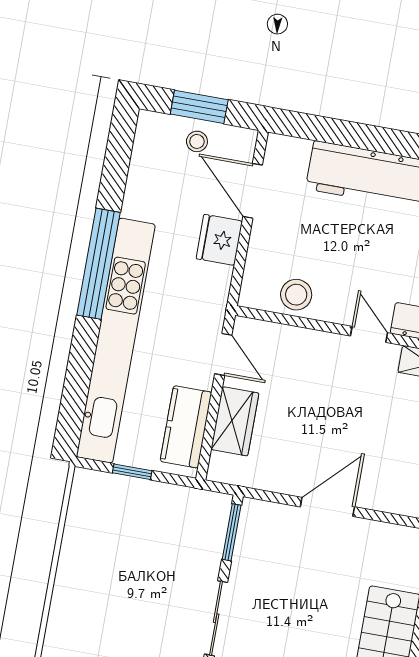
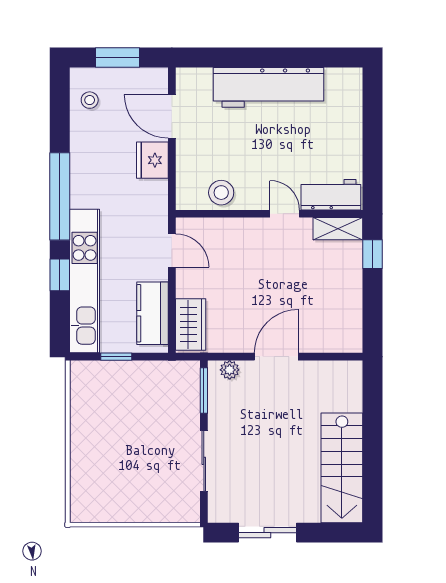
stool: (197, 141) -> (90, 100), moved
kitchen unit: (116, 341) -> (85, 281), width x0.73
window: (81, 360) -> (60, 275), added
wardrobe: (235, 421) -> (191, 325), moved
plant: (267, 513) -> (230, 370), added

